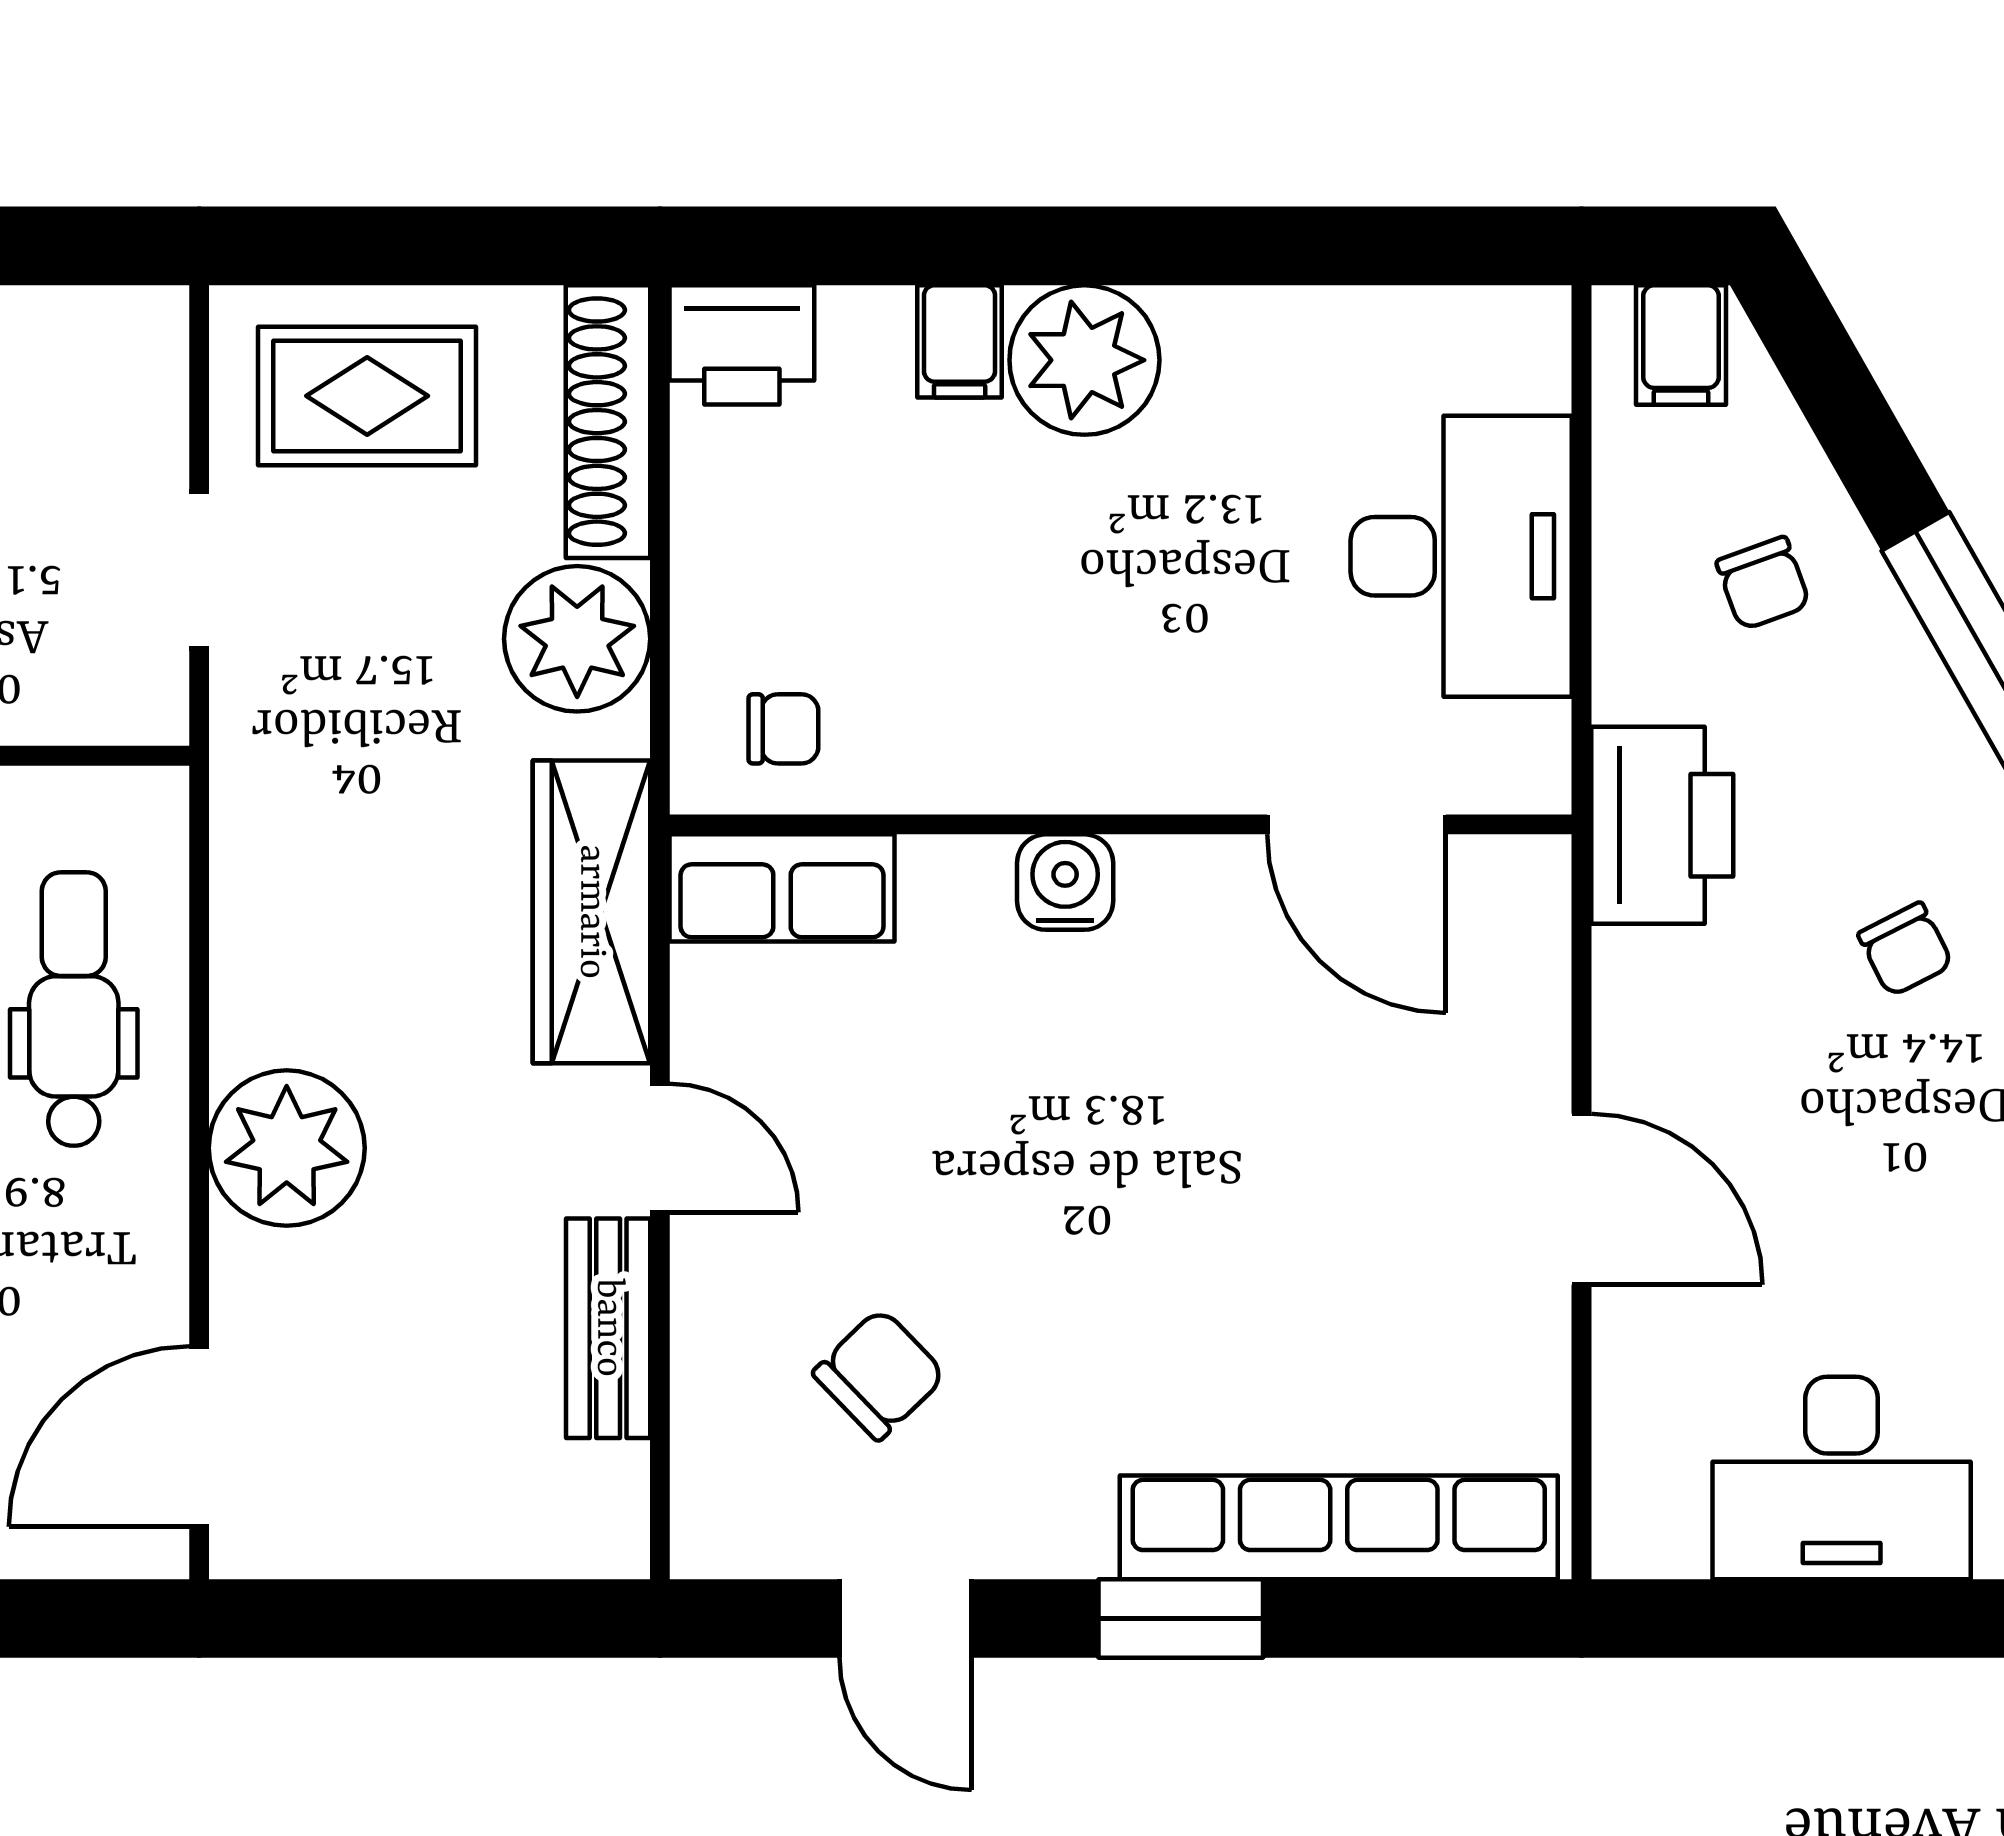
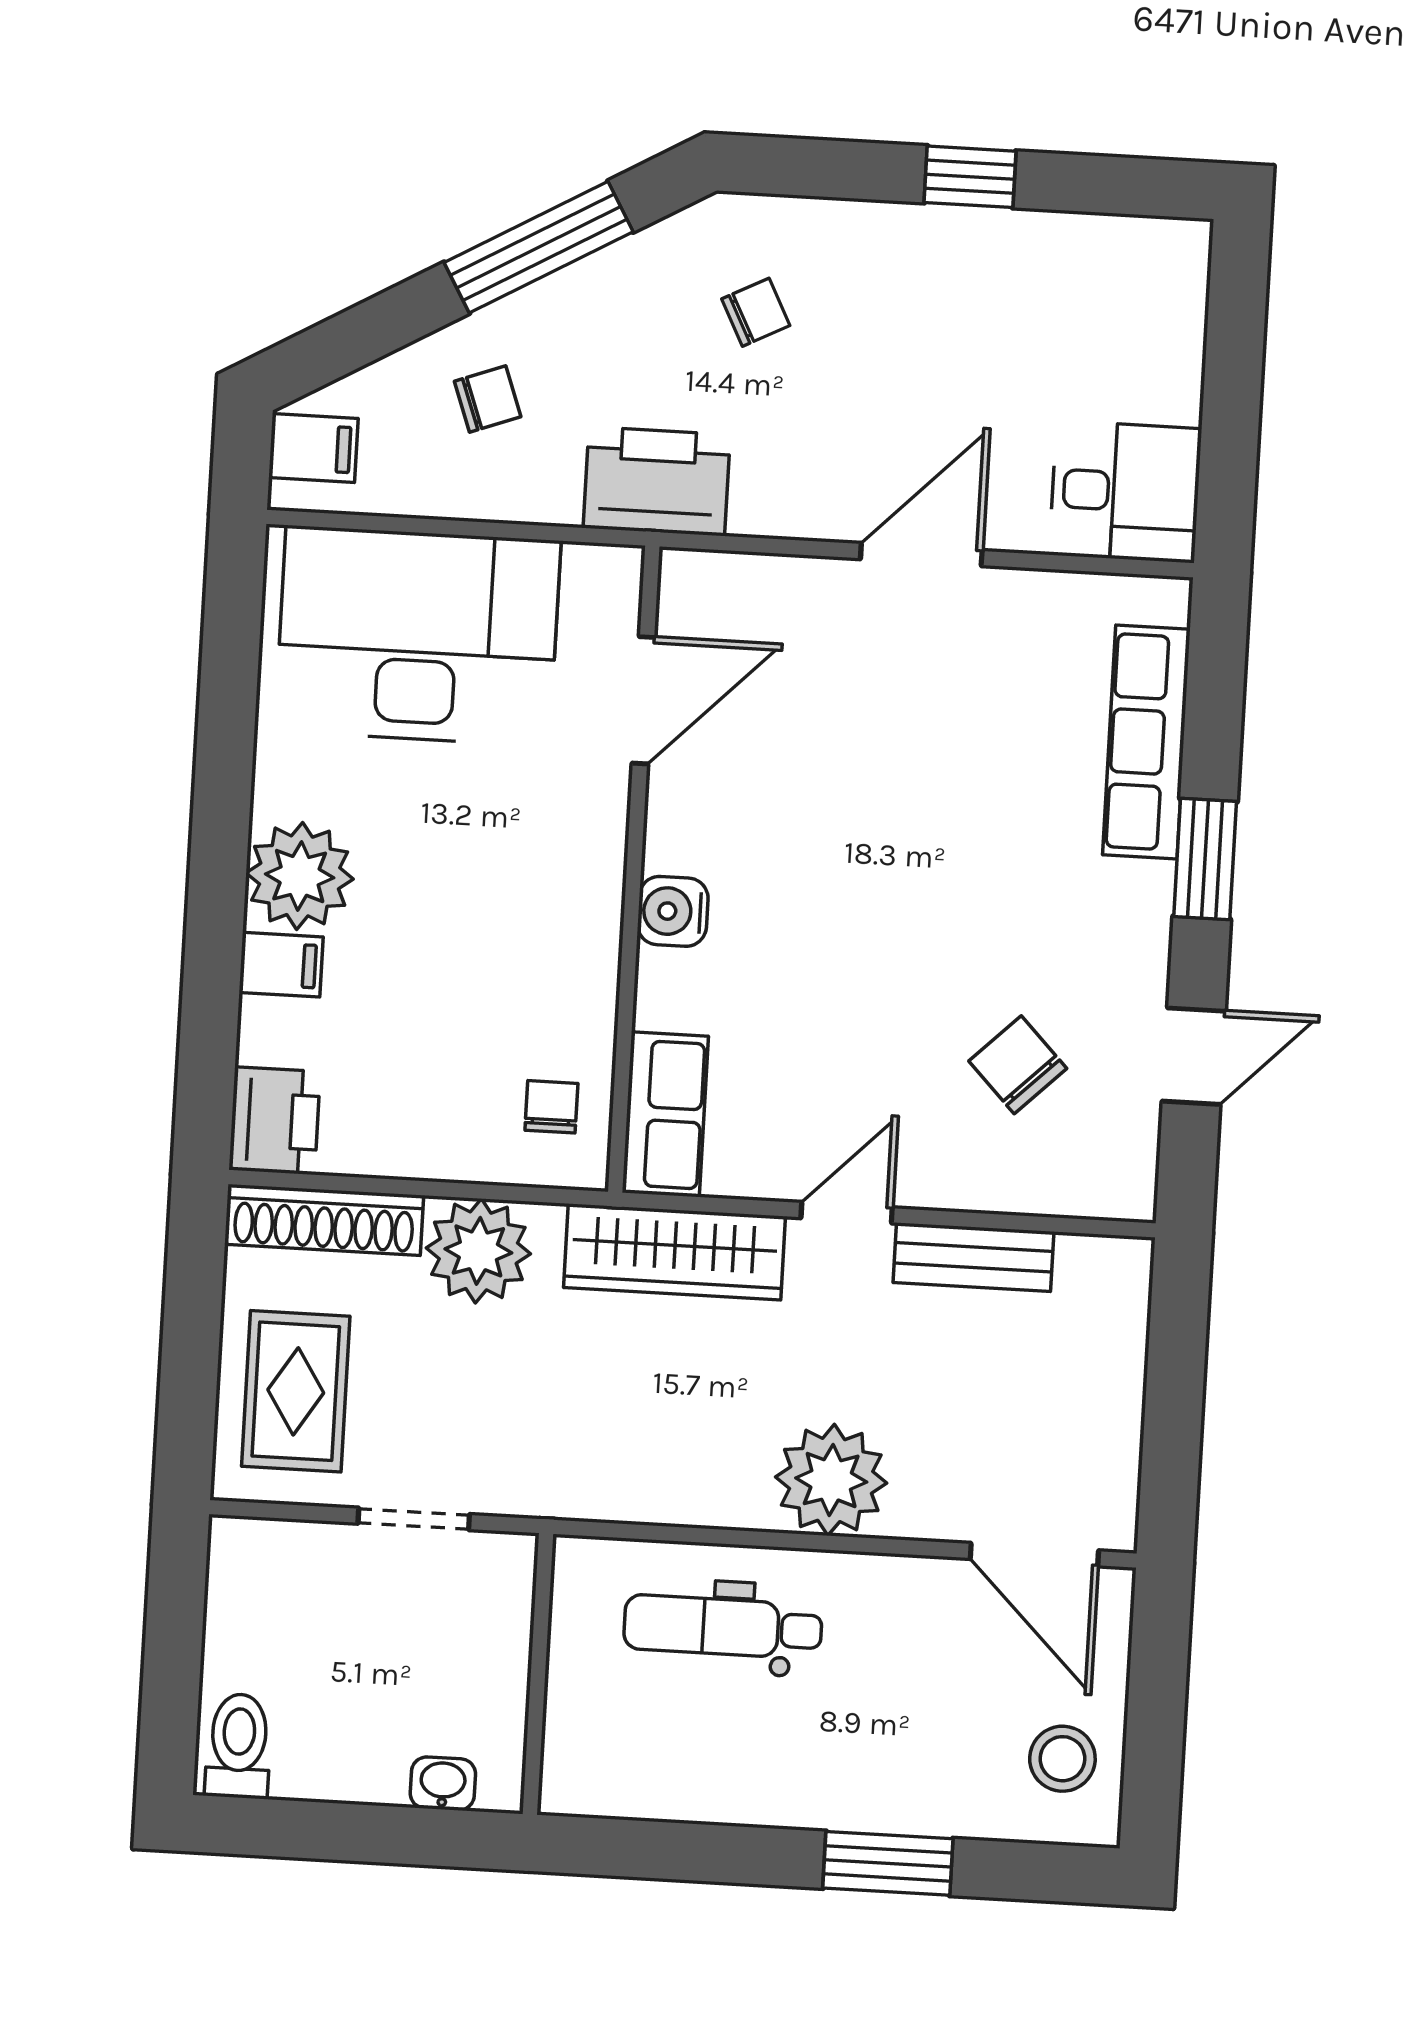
desk: (1461, 556) -> (418, 636), width x1.36, depth x1.30
desk: (1842, 1478) -> (1125, 492), moved, width x0.73
row of seats: (1339, 1527) -> (1146, 742), width x0.73

